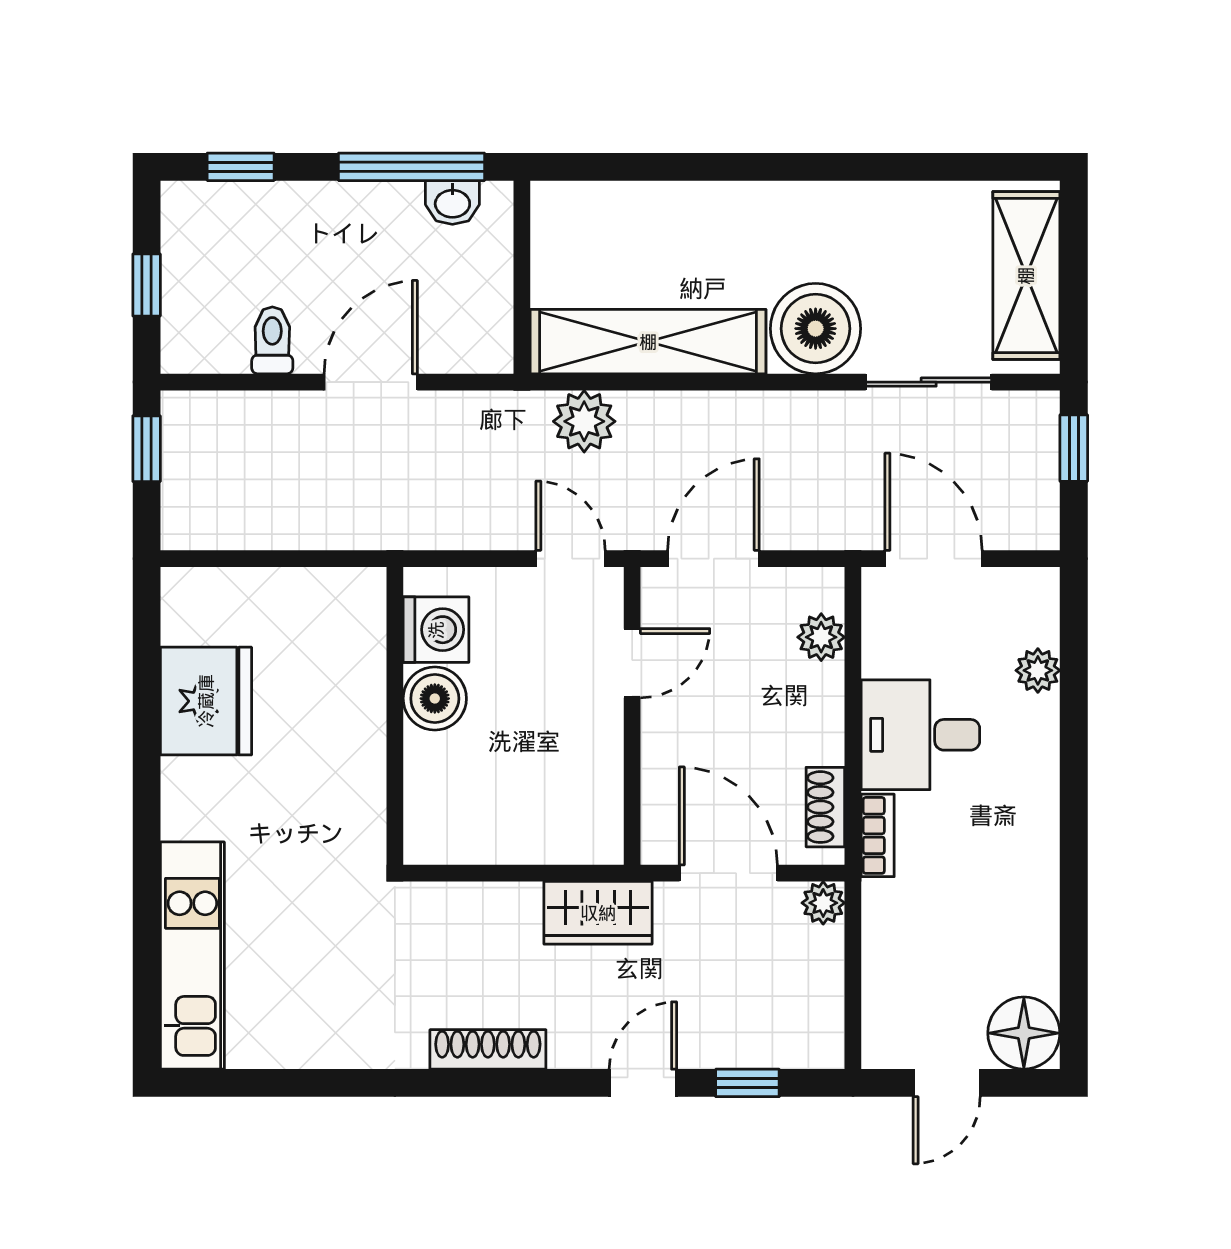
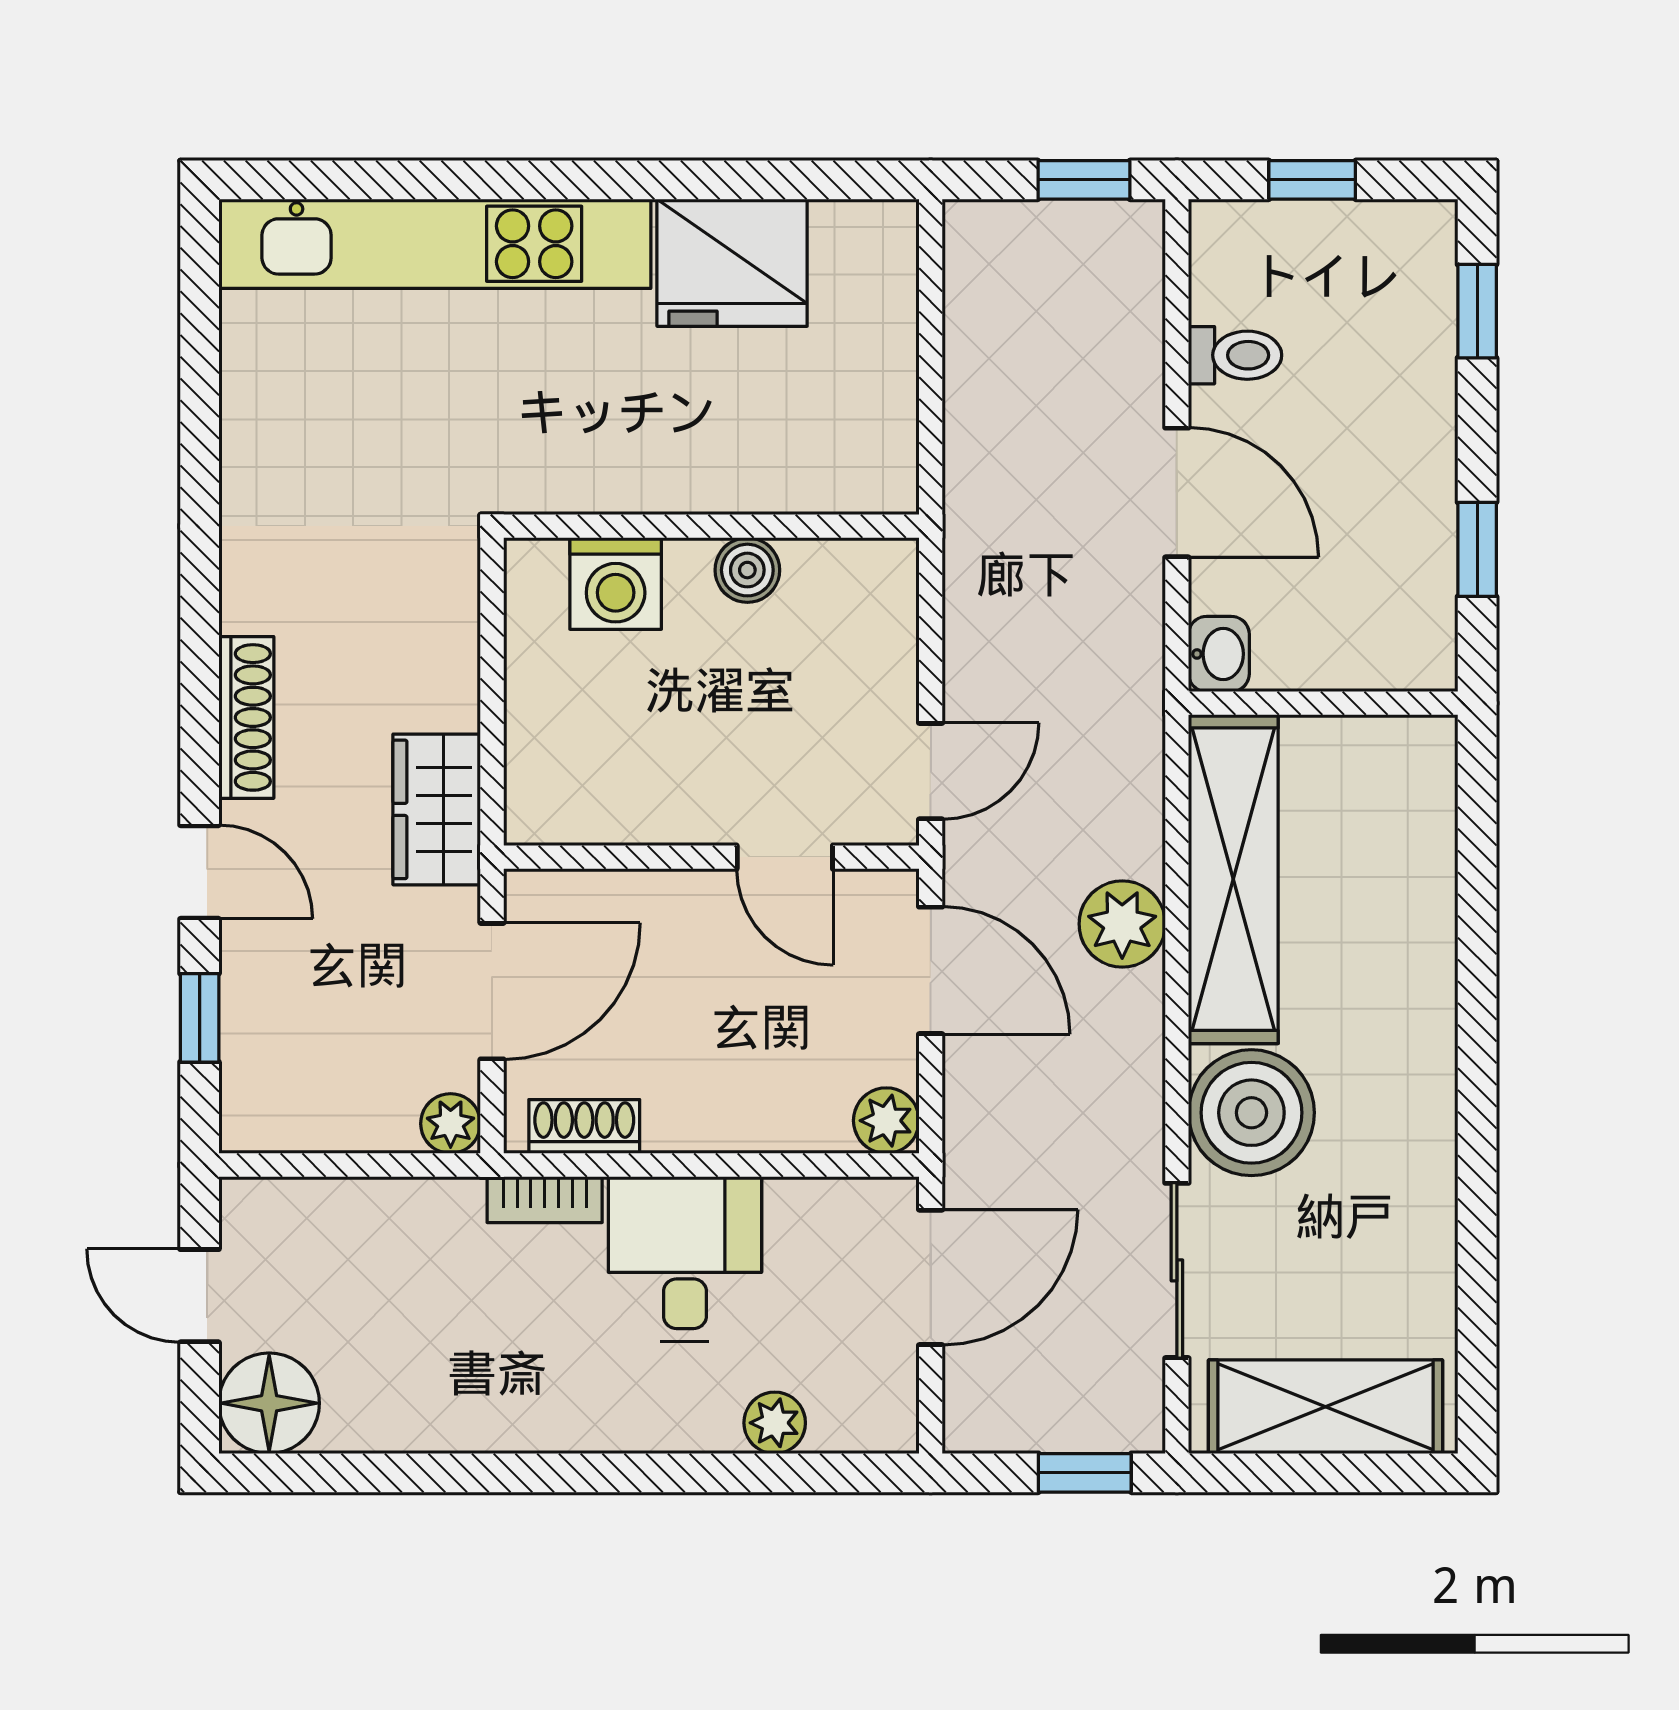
window: (412, 167) -> (1477, 549), width x0.46
washbasin: (452, 202) -> (1219, 654), moved, turned 180
plant: (584, 421) -> (1122, 924), moved
washing machine: (436, 630) -> (616, 584), moved
plant: (821, 637) -> (886, 1121), moved
boiler: (435, 699) -> (747, 570), width x0.73, depth x0.73
kitchen unit: (192, 956) -> (435, 244), width x1.36
shoe rack: (488, 1049) -> (246, 717), moved

